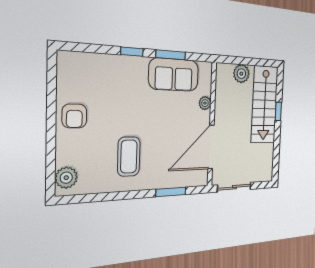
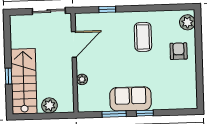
sofa: (174, 75) -> (130, 99), moved
armchair: (74, 116) -> (179, 51), moved
door: (211, 147) -> (74, 44), width x0.73
window: (171, 192) -> (107, 9), width x0.67

